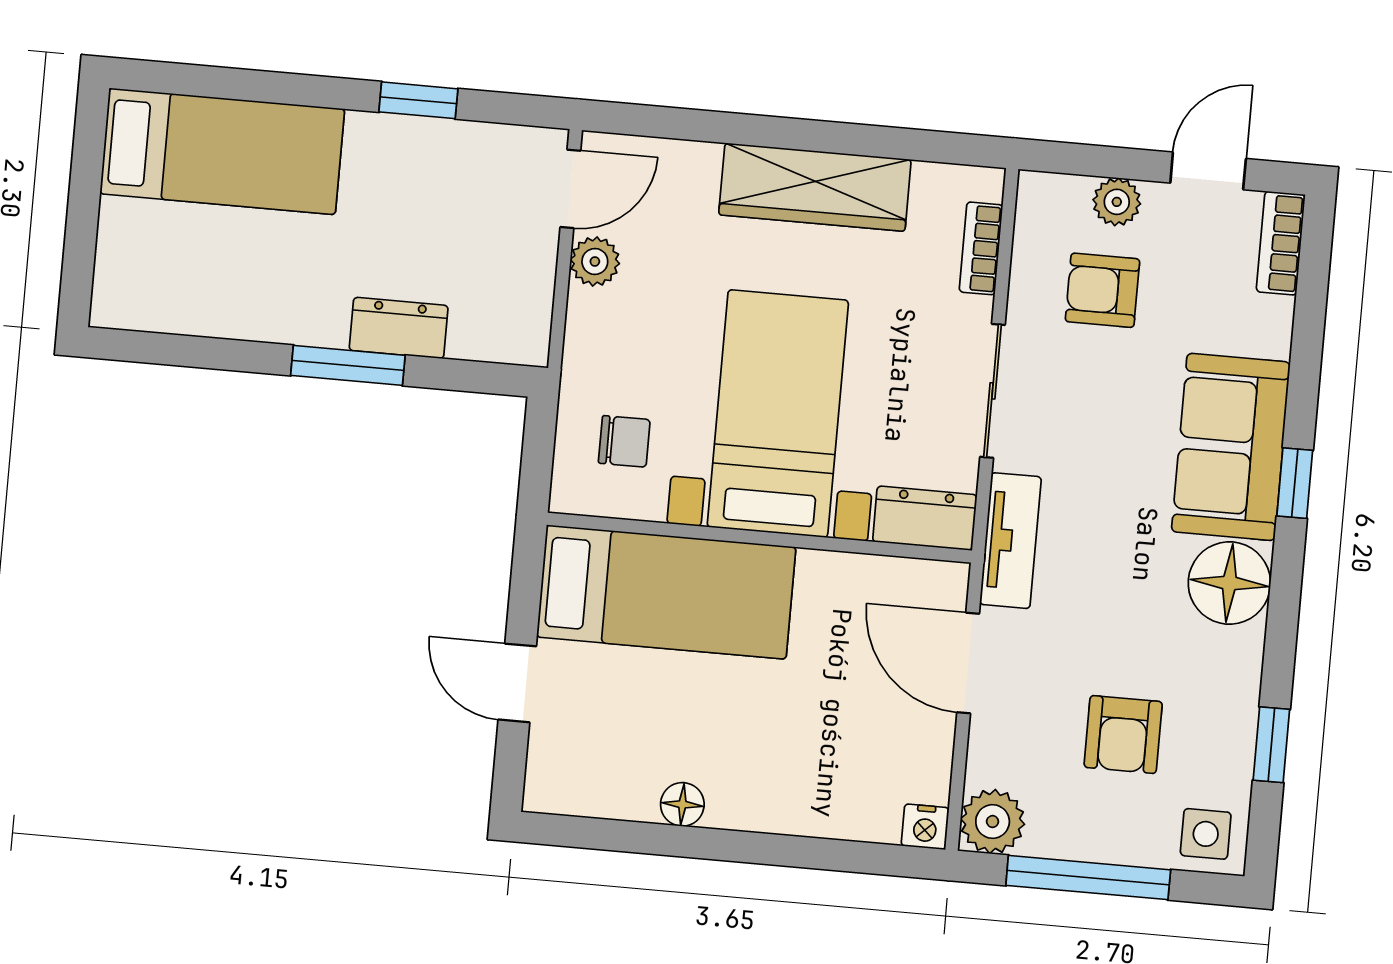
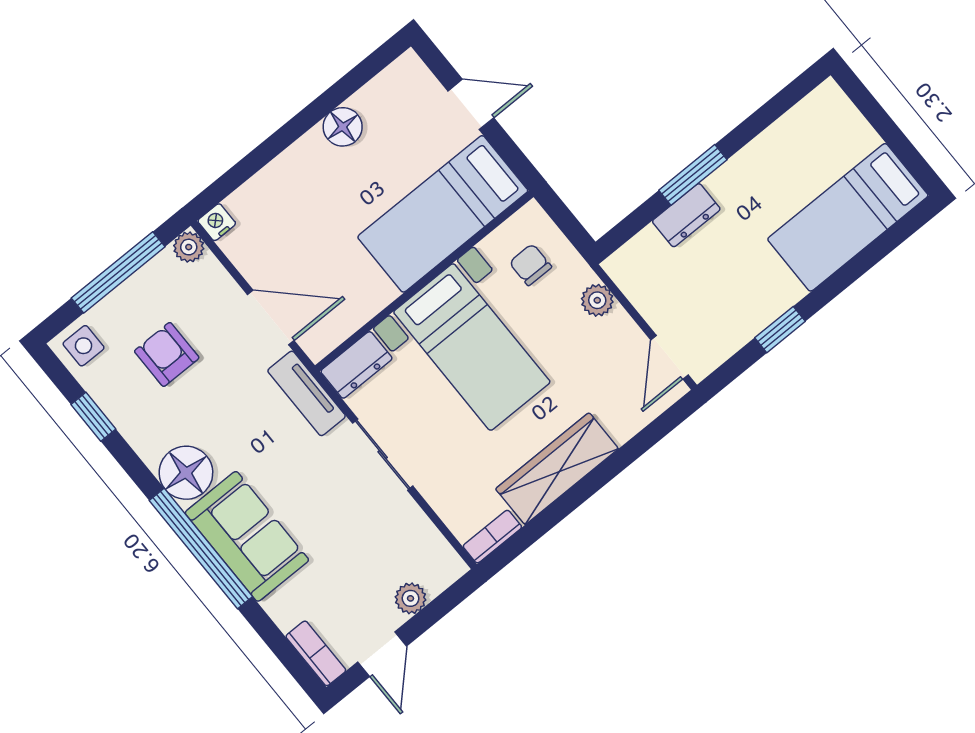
bookcase: (981, 248) -> (492, 537), moved, turned -90
plant: (595, 261) -> (597, 300), moved
armchair: (1102, 290) -> (377, 551), removed
chair: (624, 441) -> (530, 265), turned 90
window: (1295, 483) -> (201, 549), width x3.17
floor lamp: (682, 804) -> (343, 127), width x1.37, depth x1.37
plant: (993, 821) -> (189, 247), width x0.73, depth x0.73

